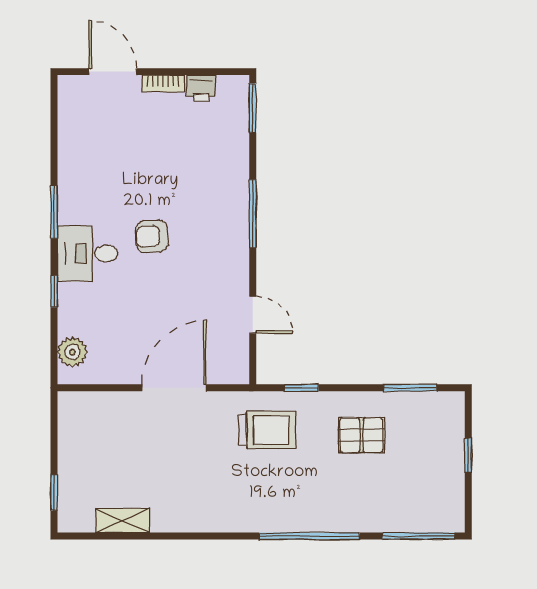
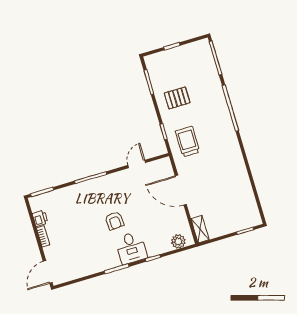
door: (113, 72) -> (48, 272), moved
pallet: (361, 435) -> (177, 98), turned 90
shelving: (122, 521) -> (200, 229), moved

